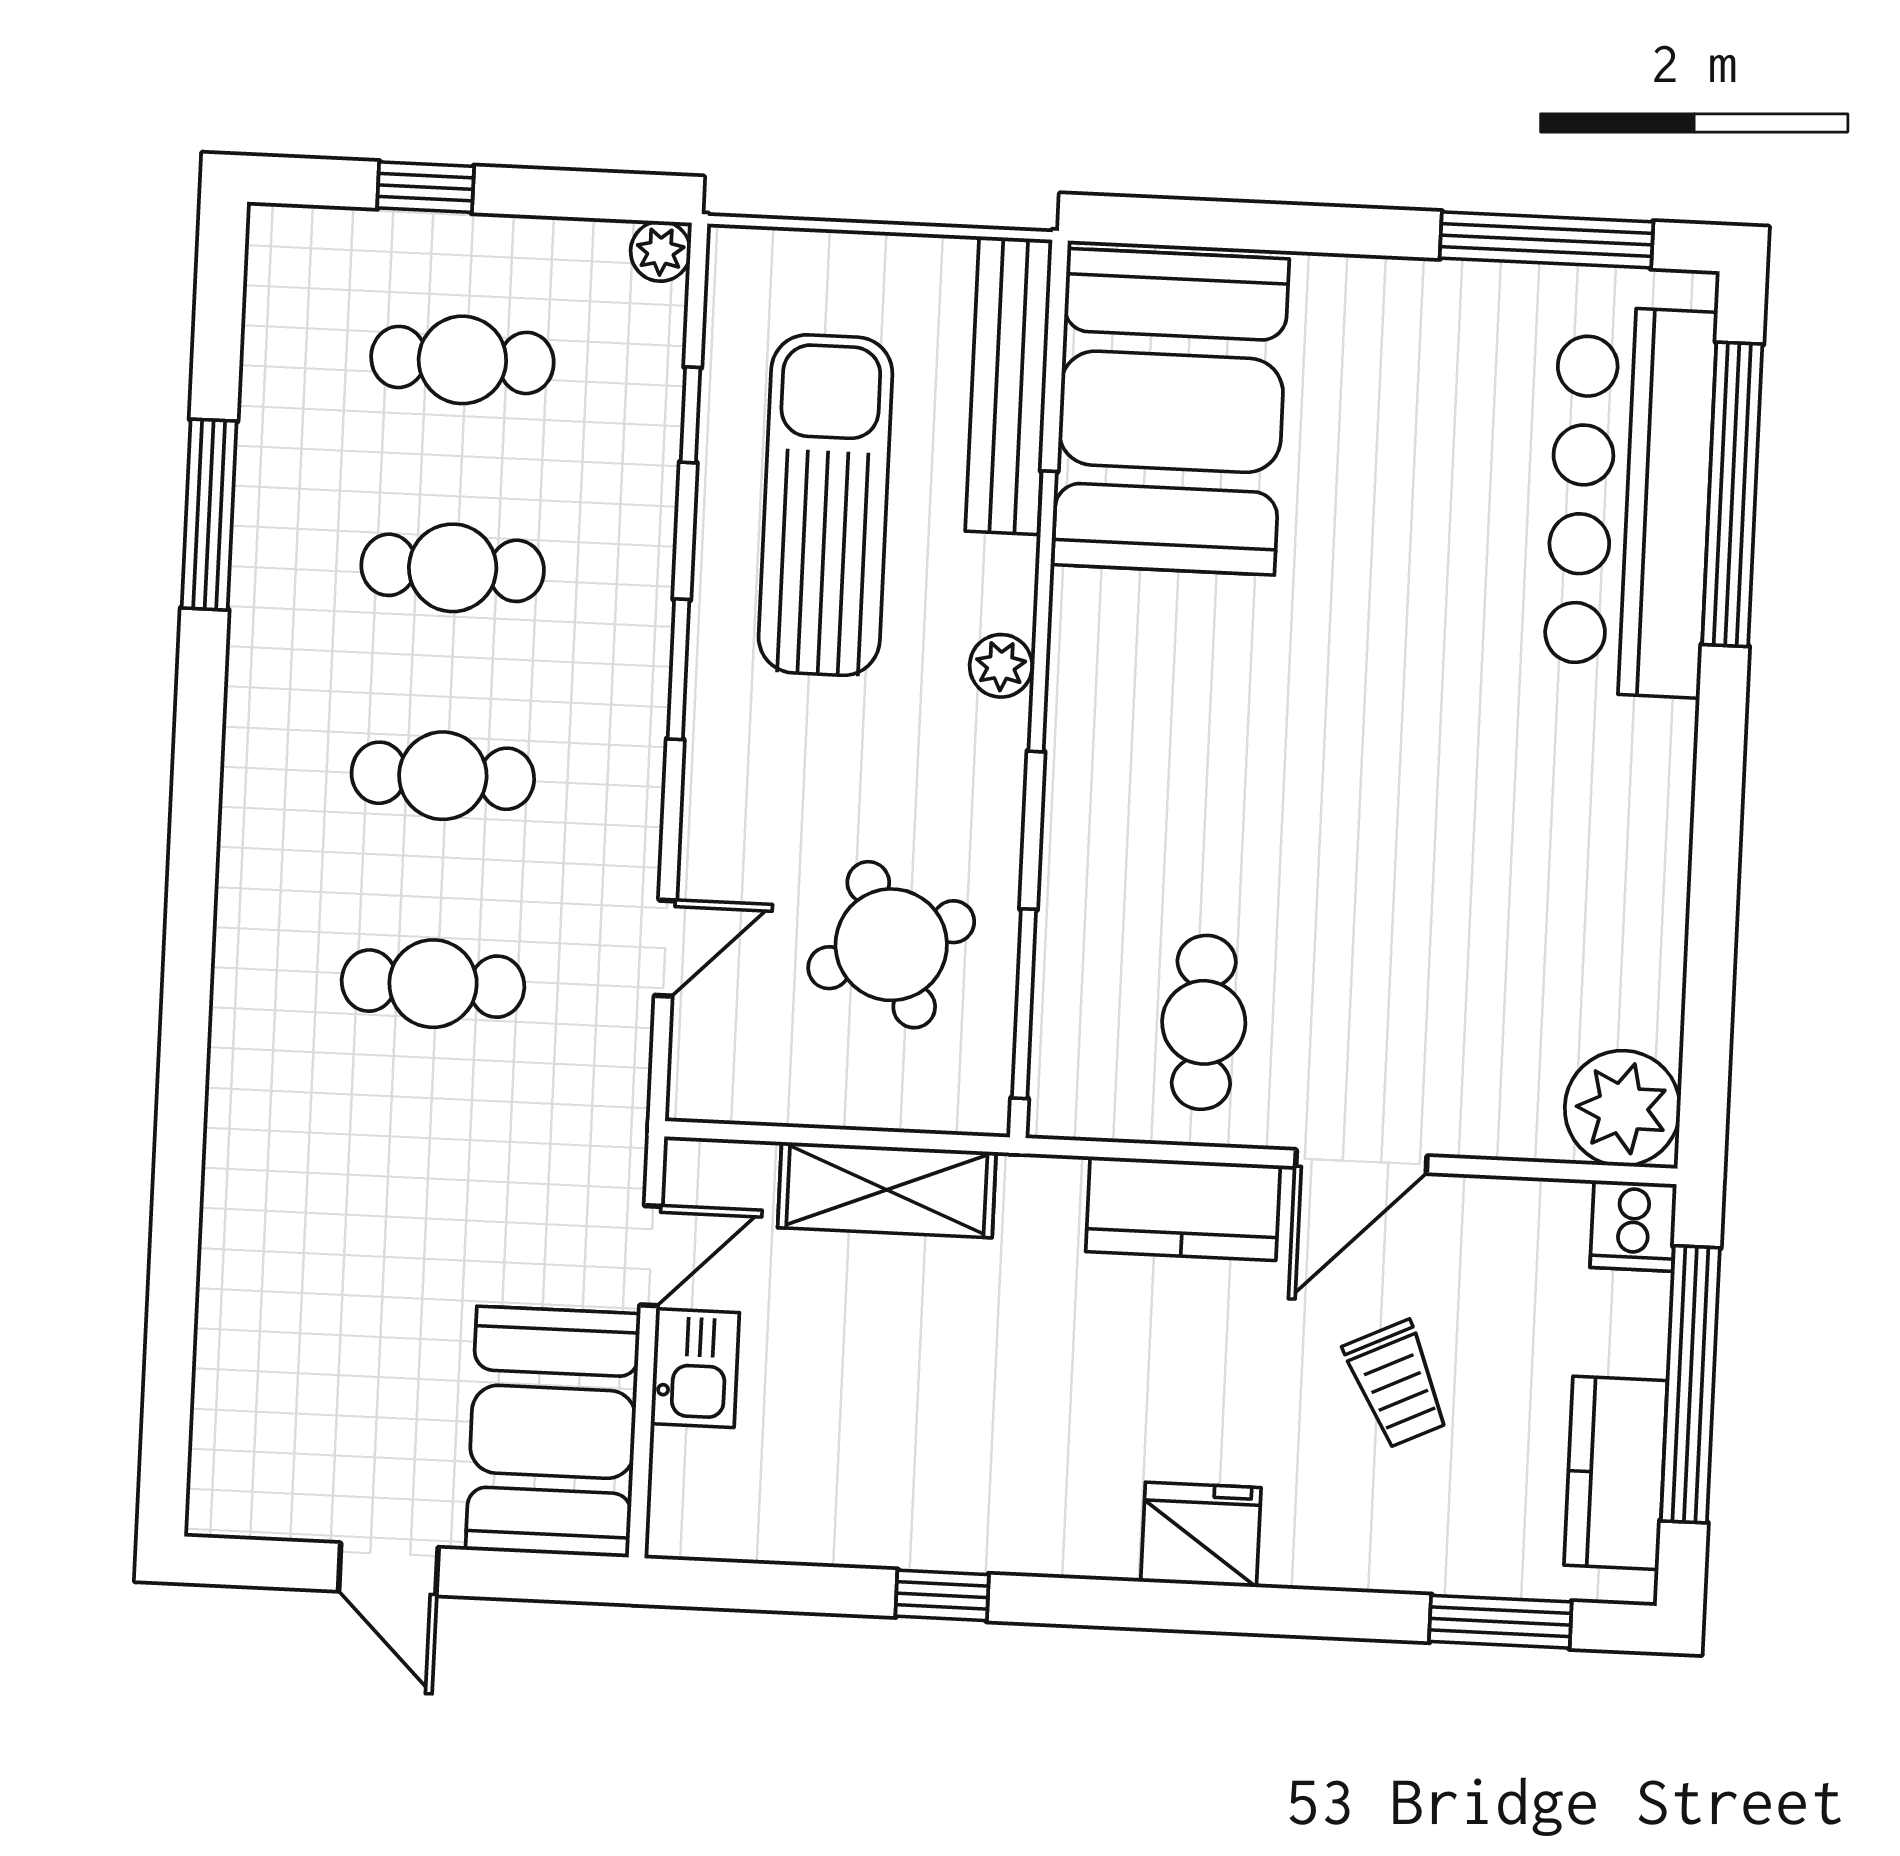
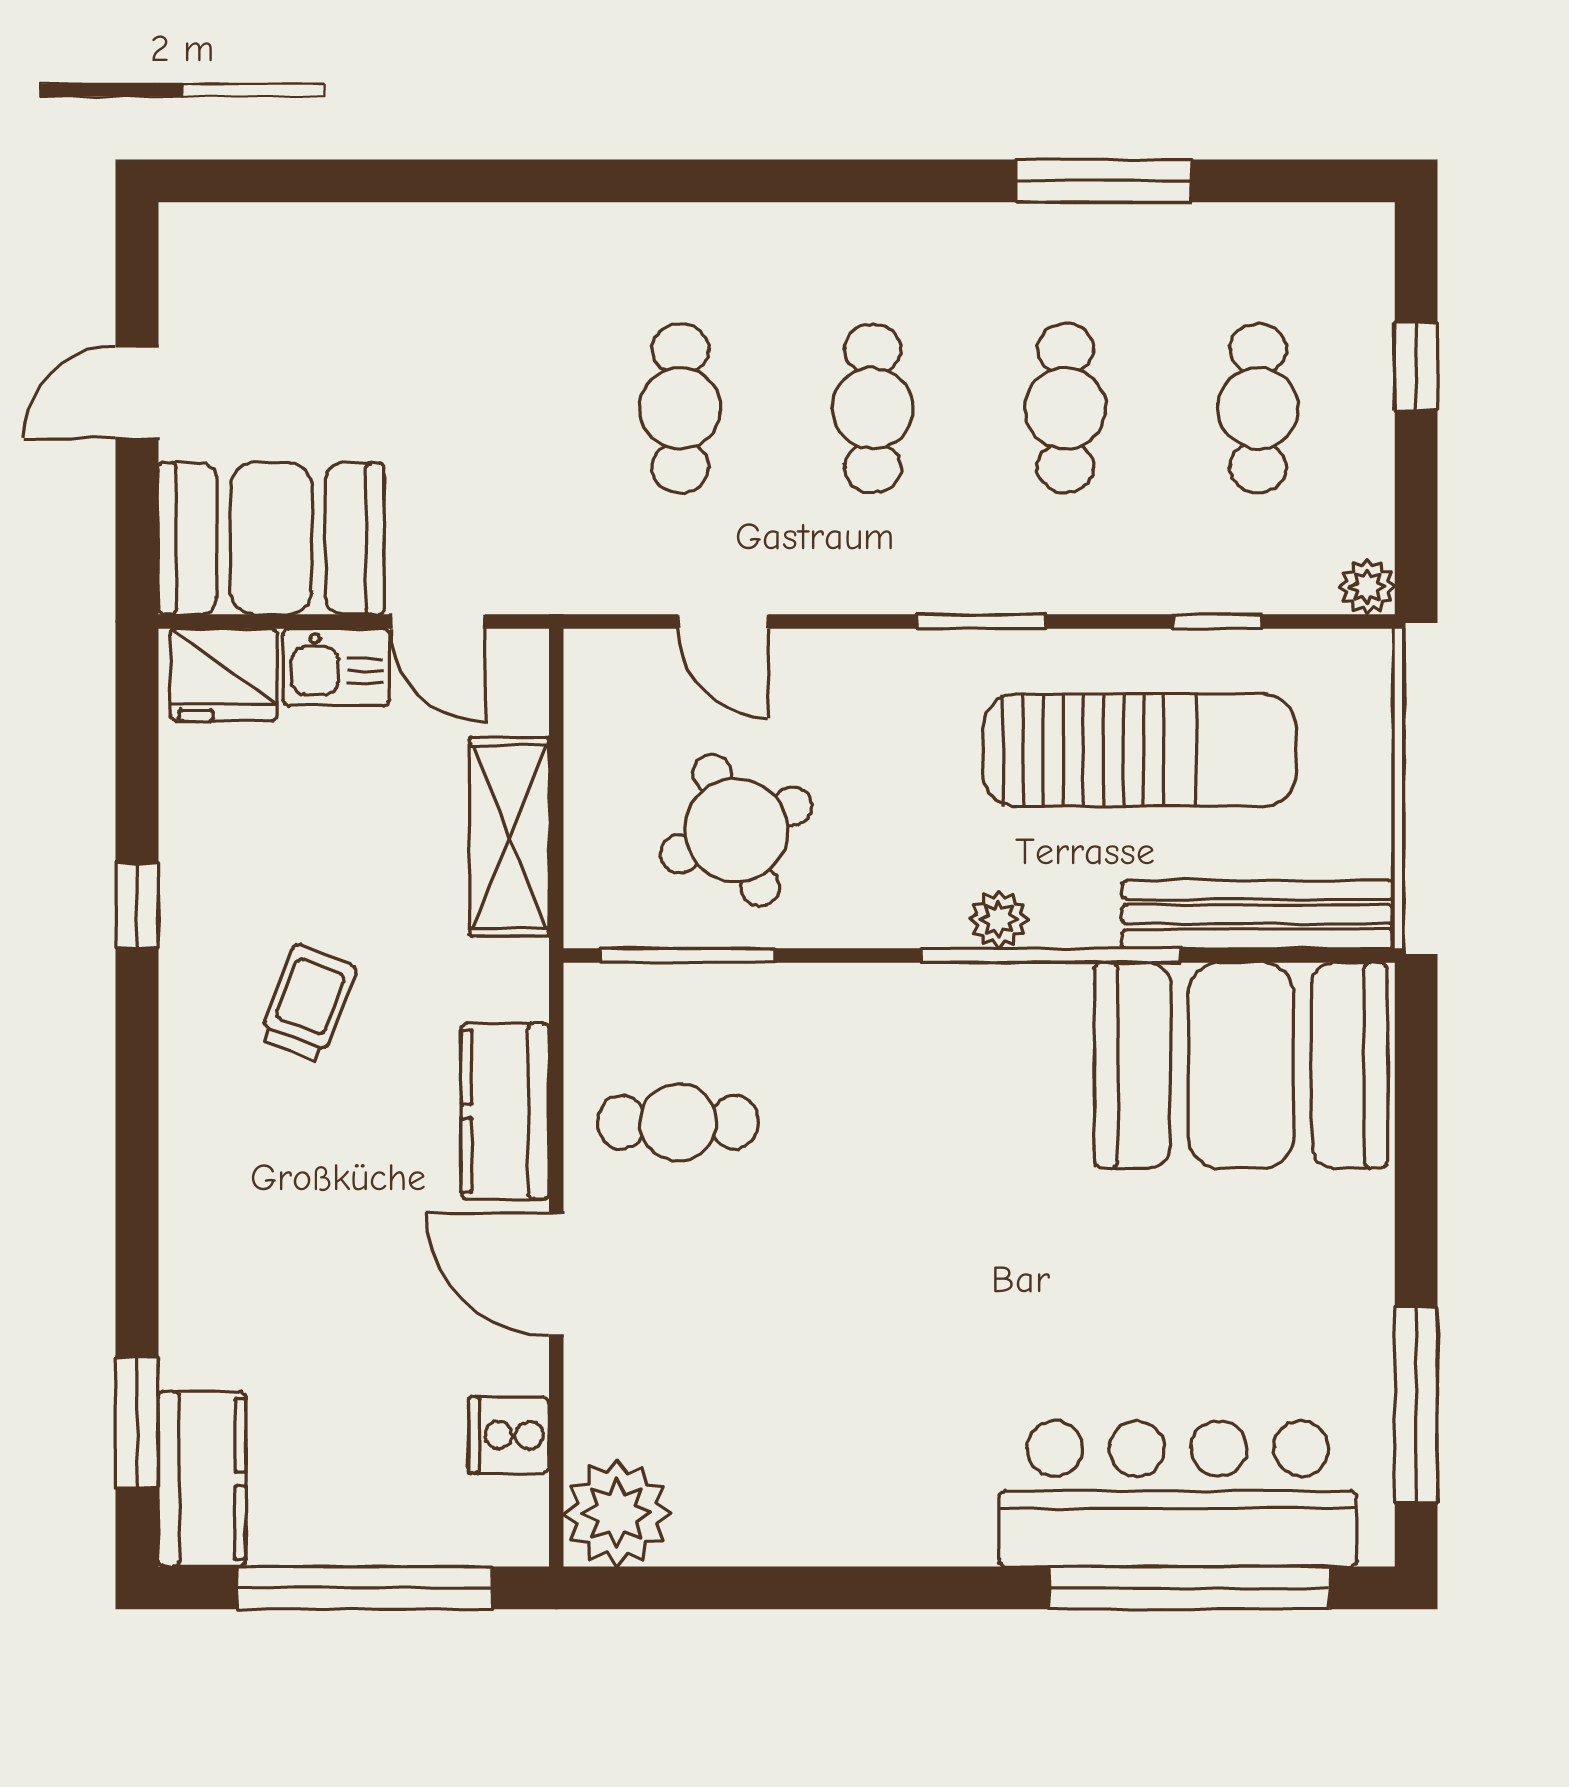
cooker: (1633, 1226) -> (509, 1435), moved
trolley: (1397, 1384) -> (308, 1003), moved, turned 136
kitchen counter: (1616, 1473) -> (202, 1479), moved, turned 90
fridge: (1201, 1535) -> (224, 675), moved, turned 90

